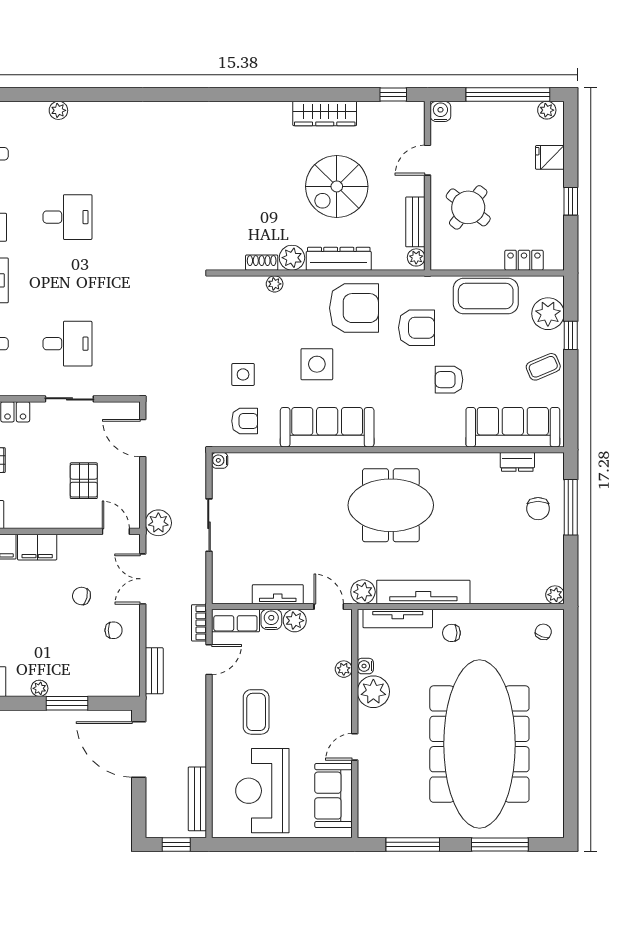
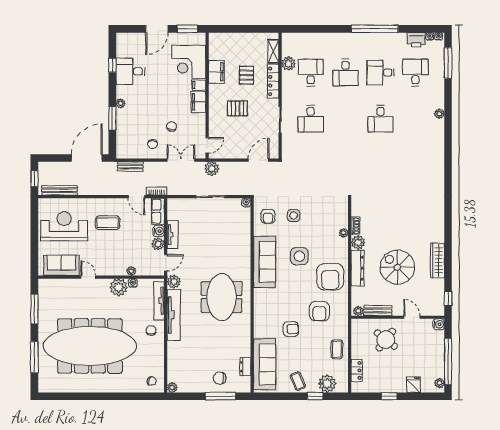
coffee table: (486, 296) -> (337, 349), width x0.54, depth x0.58
armchair: (449, 380) -> (291, 329), turned 88
pallet: (84, 481) -> (237, 108), moved

